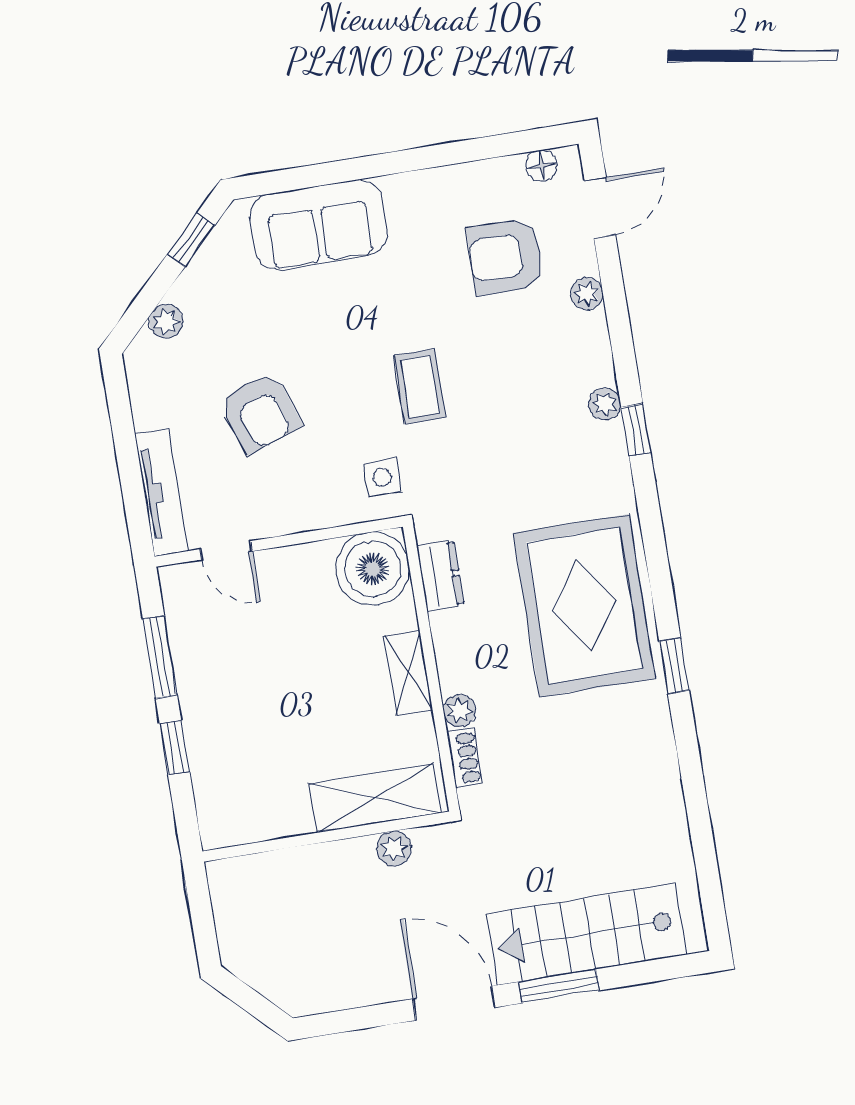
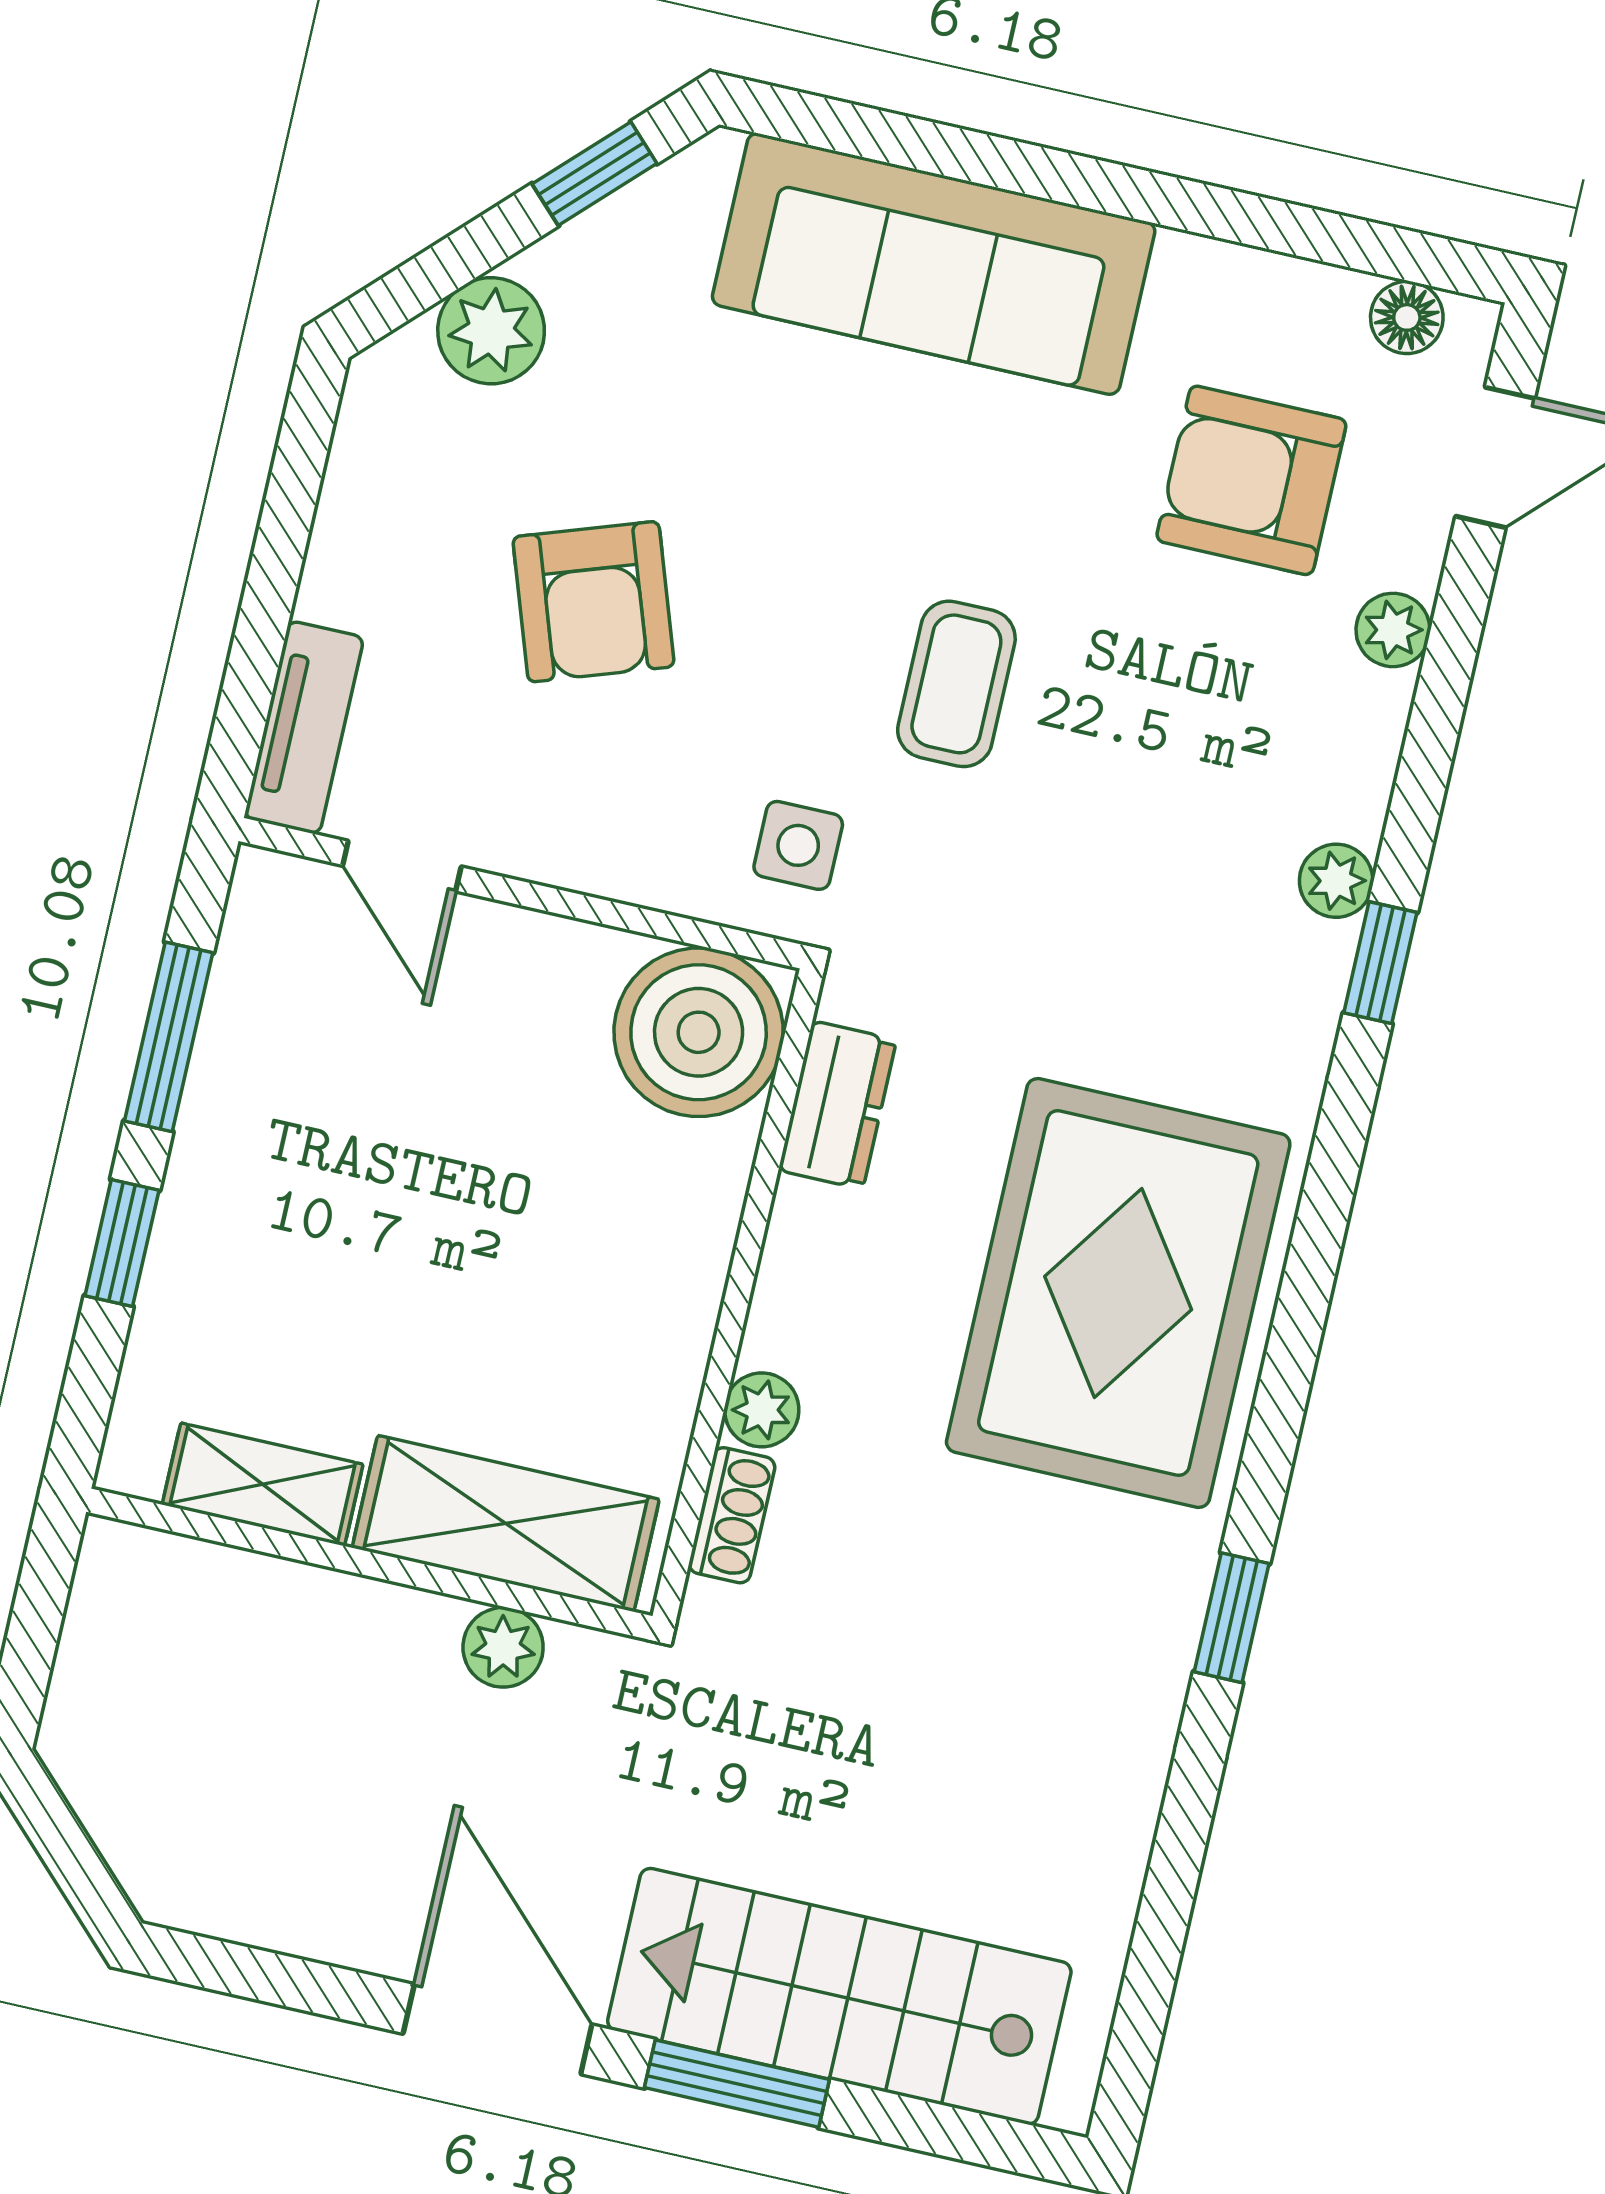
sofa: (318, 225) -> (934, 264), width x1.36
plant: (166, 321) -> (491, 331), width x1.38, depth x1.38
tv unit: (161, 492) -> (304, 728), width x0.71
window: (674, 666) -> (1232, 1618), moved
shelving: (408, 673) -> (263, 1484), moved, turned 90

